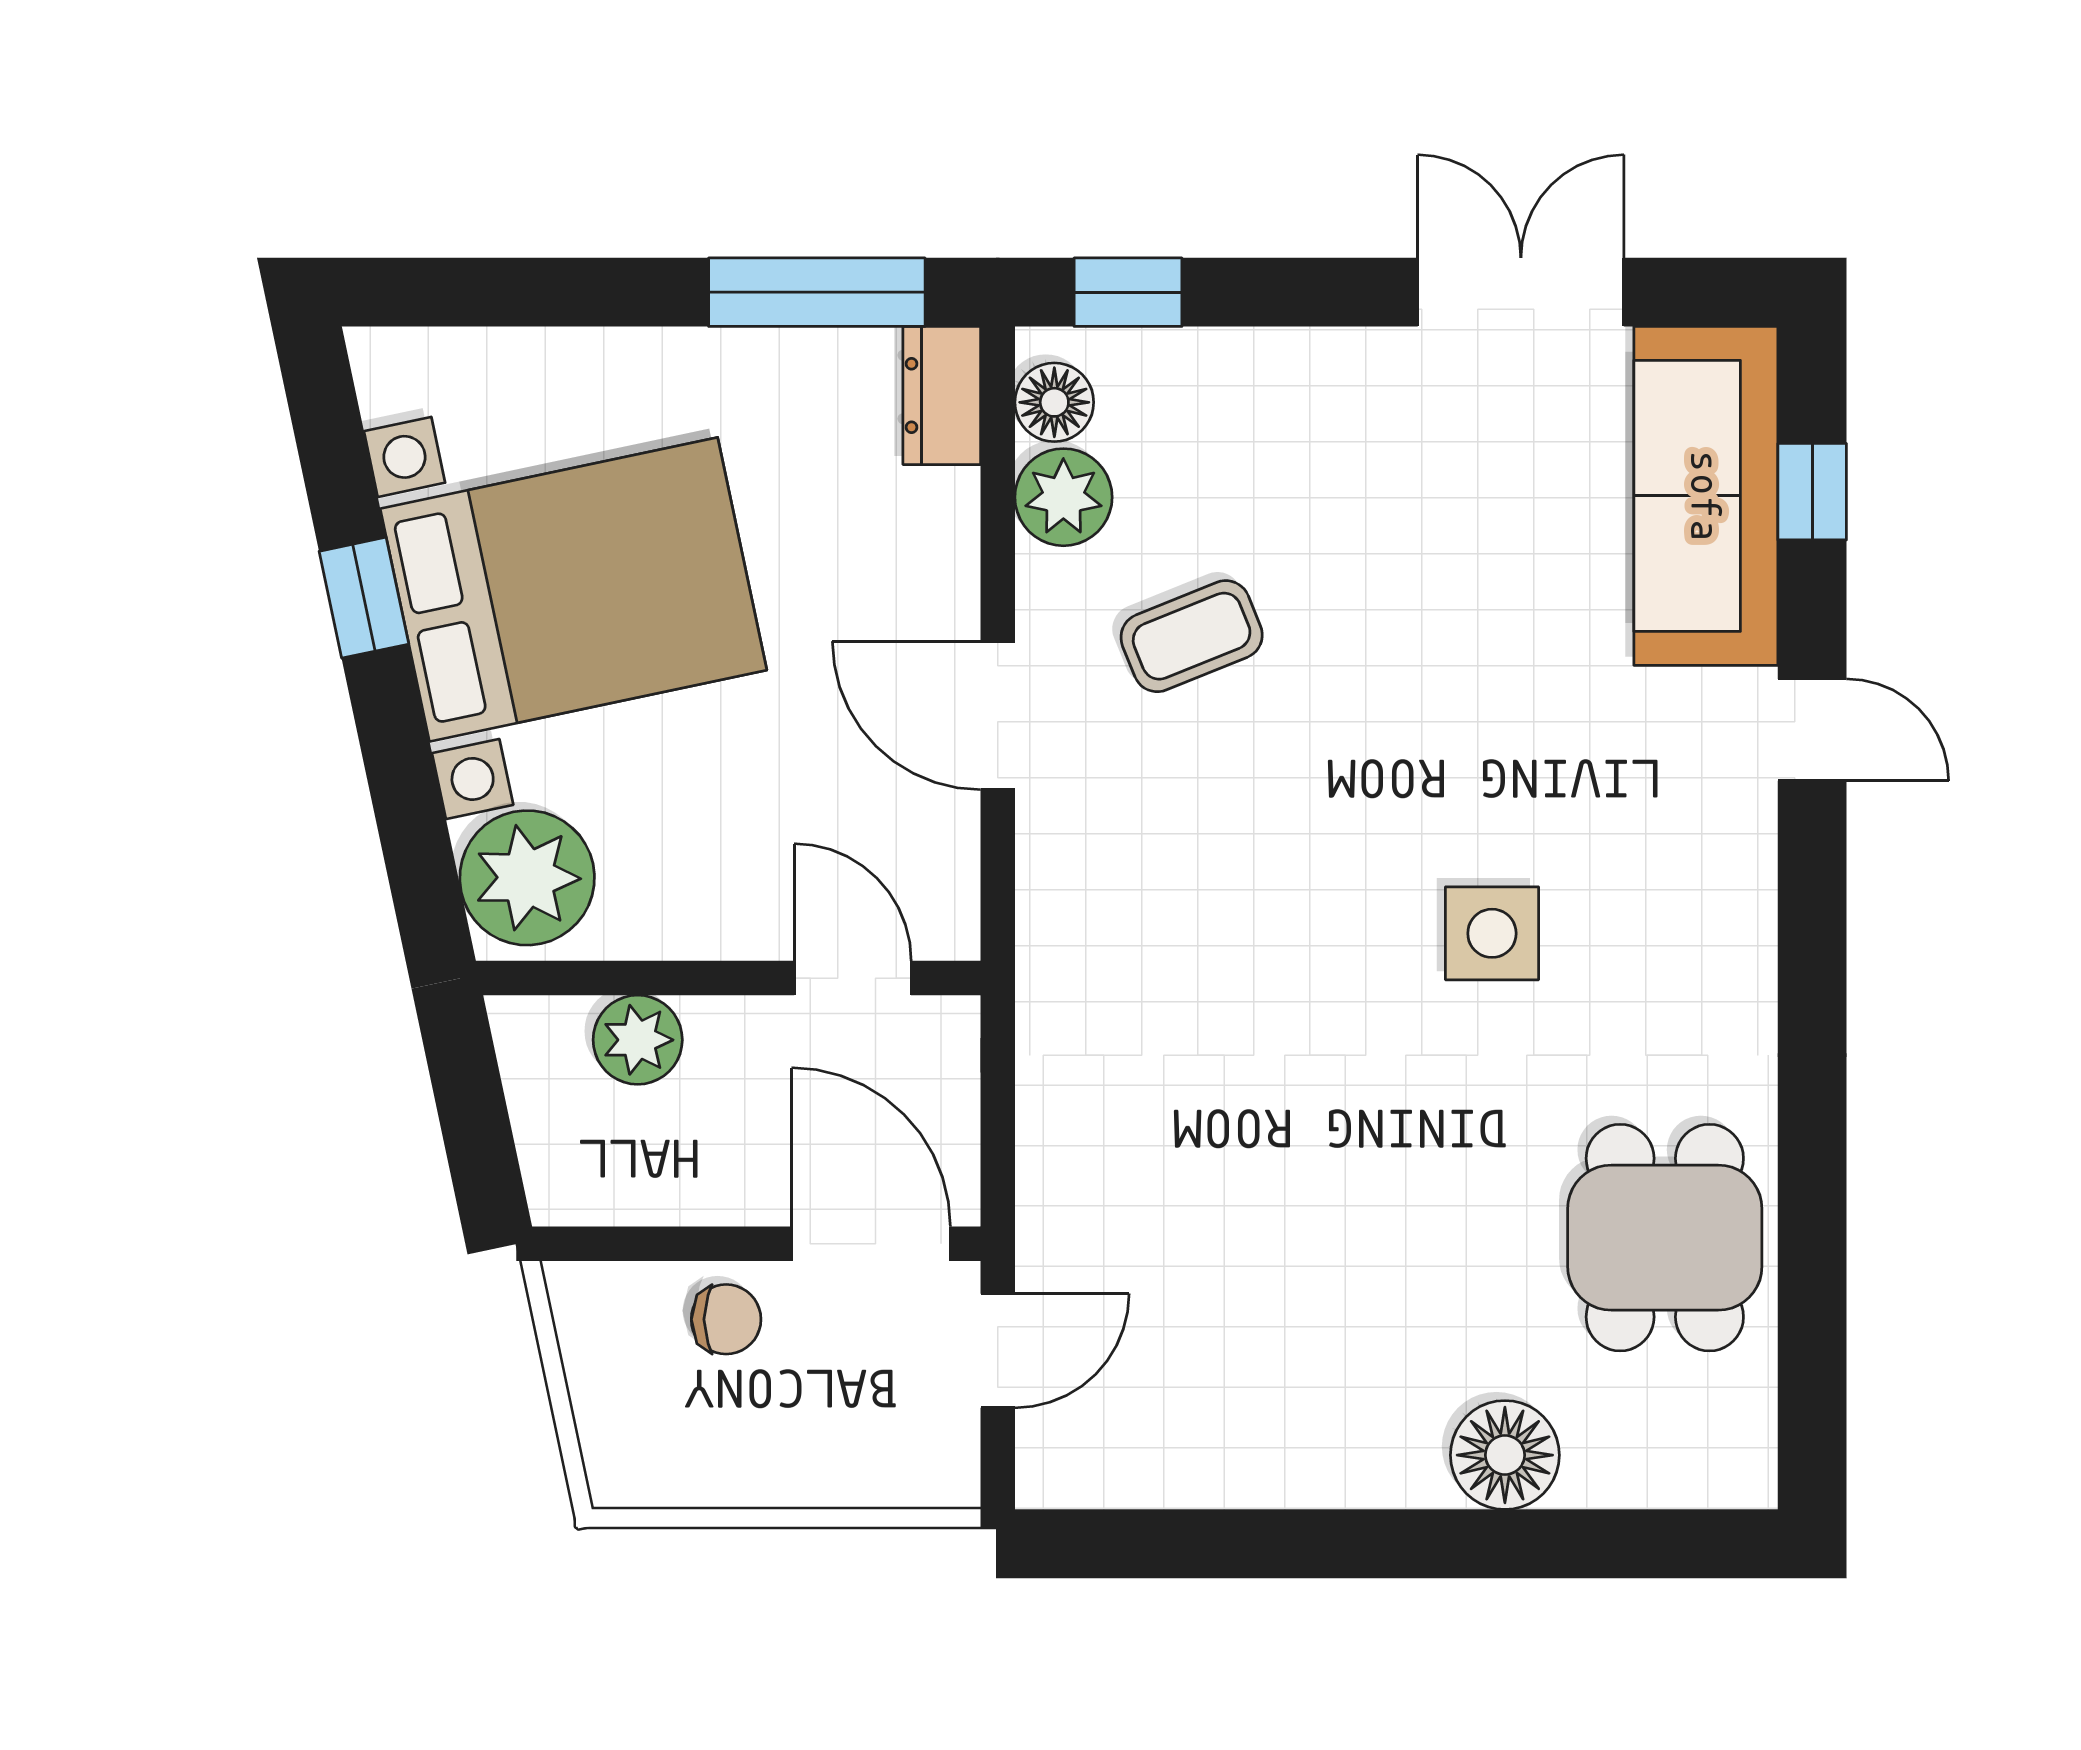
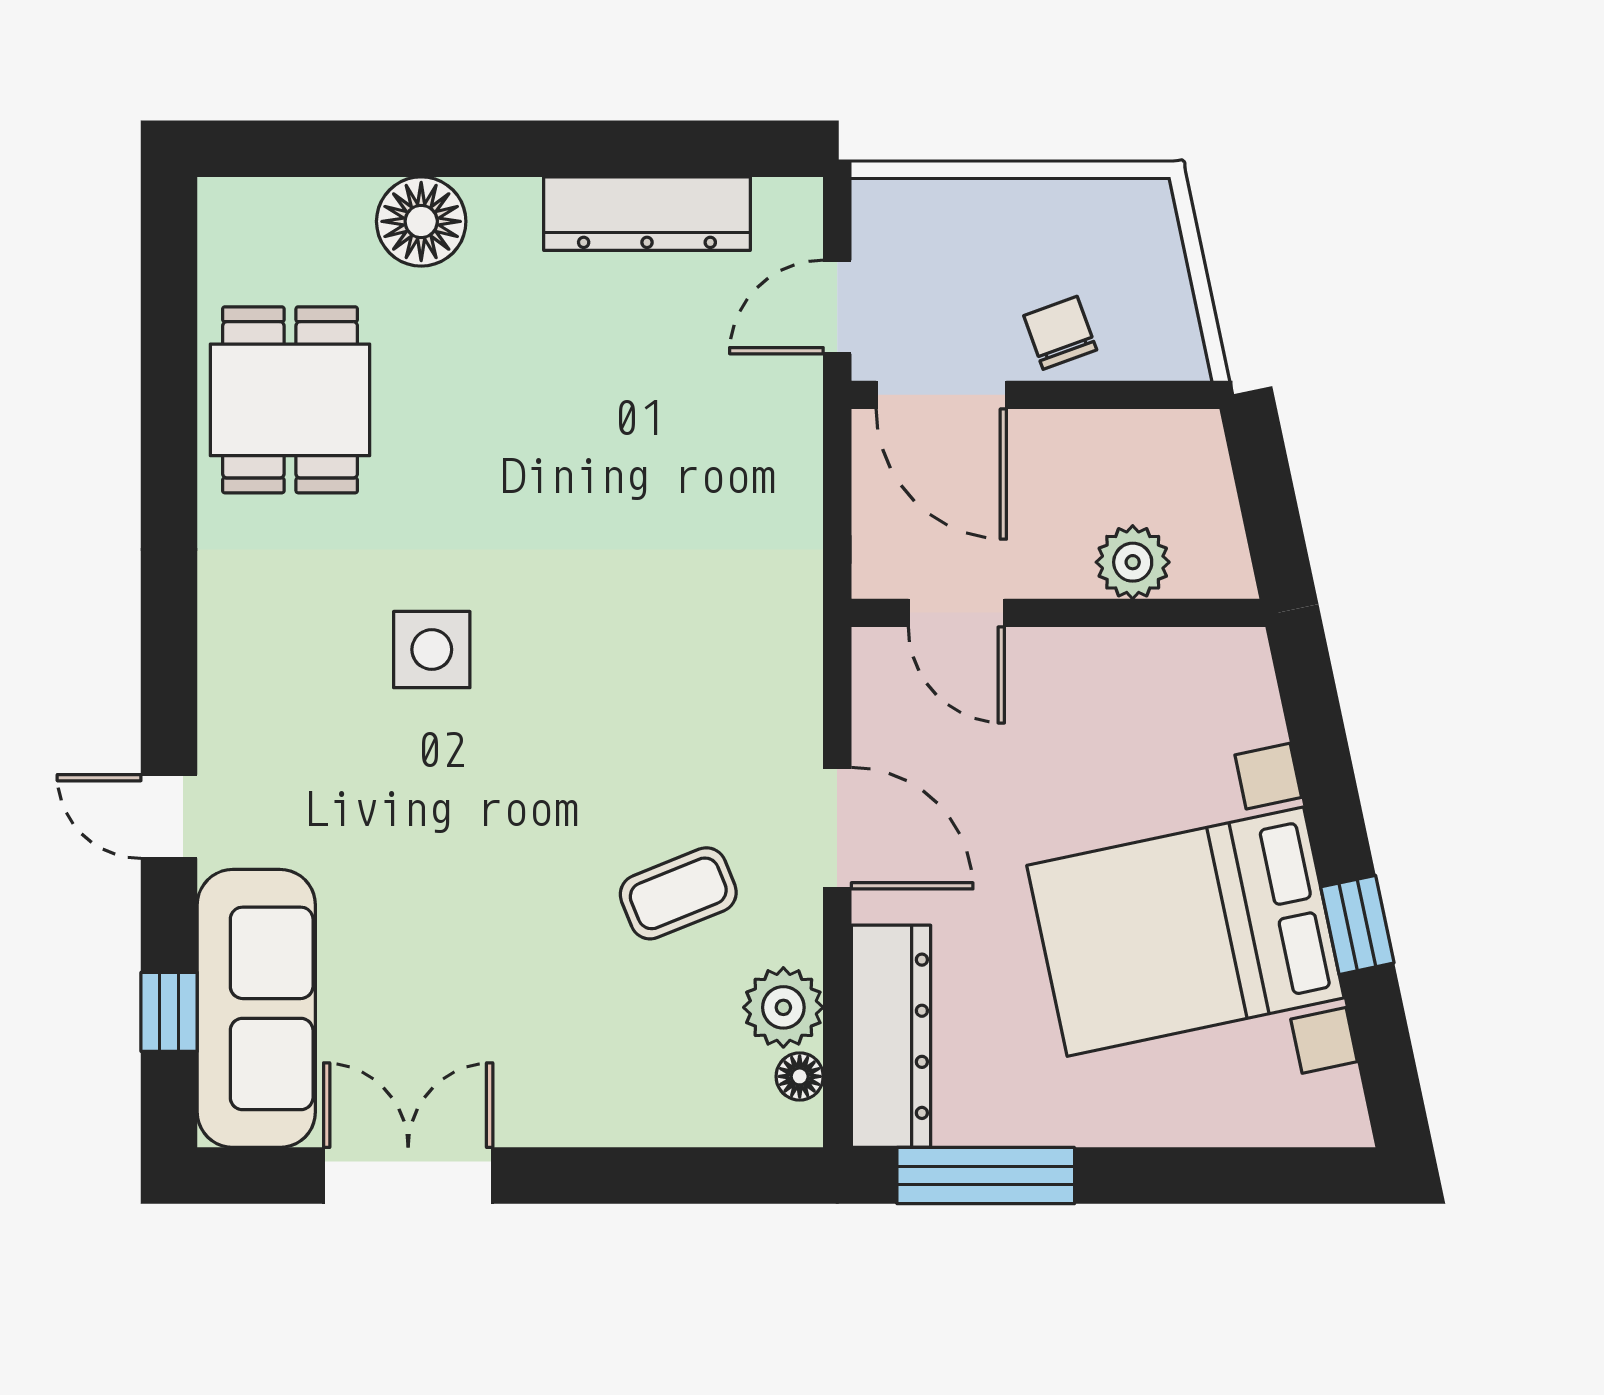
window: (1128, 292) -> (730, 1176), removed
double door: (1521, 292) -> (408, 1176), swing flipped
dresser: (942, 396) -> (891, 1036), width x1.96, depth x1.24
floor lamp: (1054, 402) -> (800, 1076), width x0.73, depth x0.73
plant: (527, 878) -> (1223, 695), removed
chair: (726, 1319) -> (1060, 333), turned 70
dresser: (1230, 1465) -> (647, 214), added

